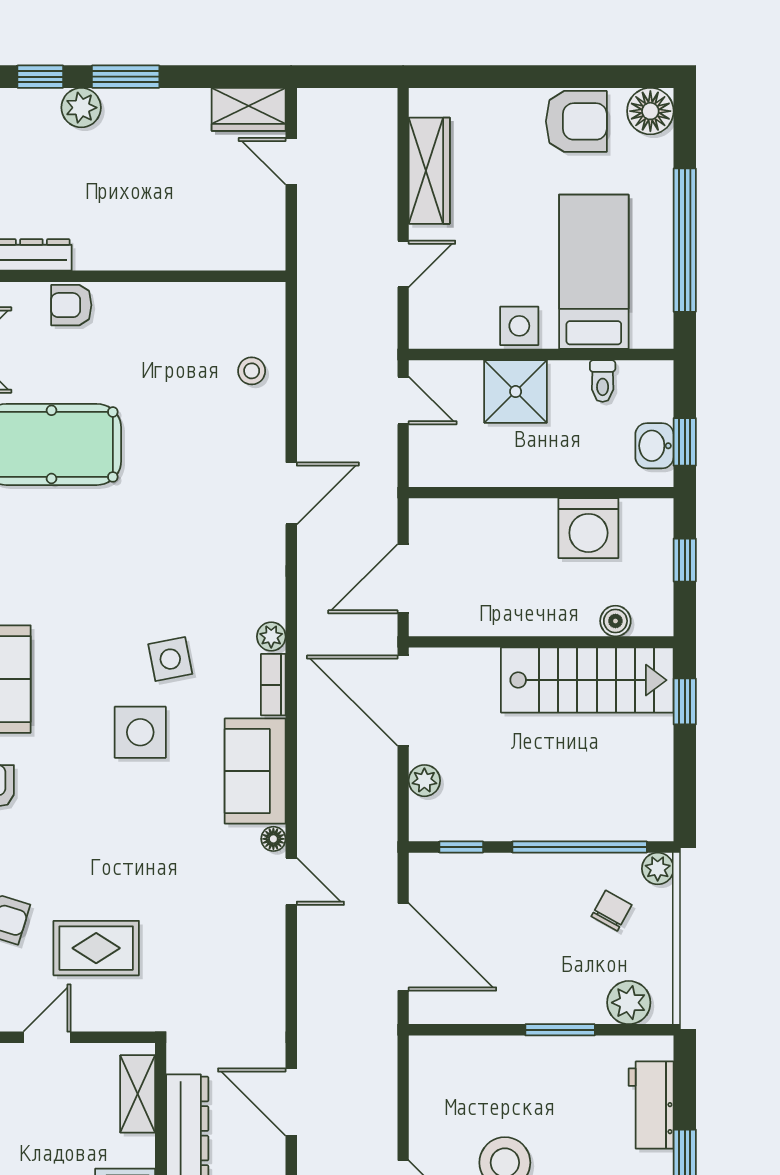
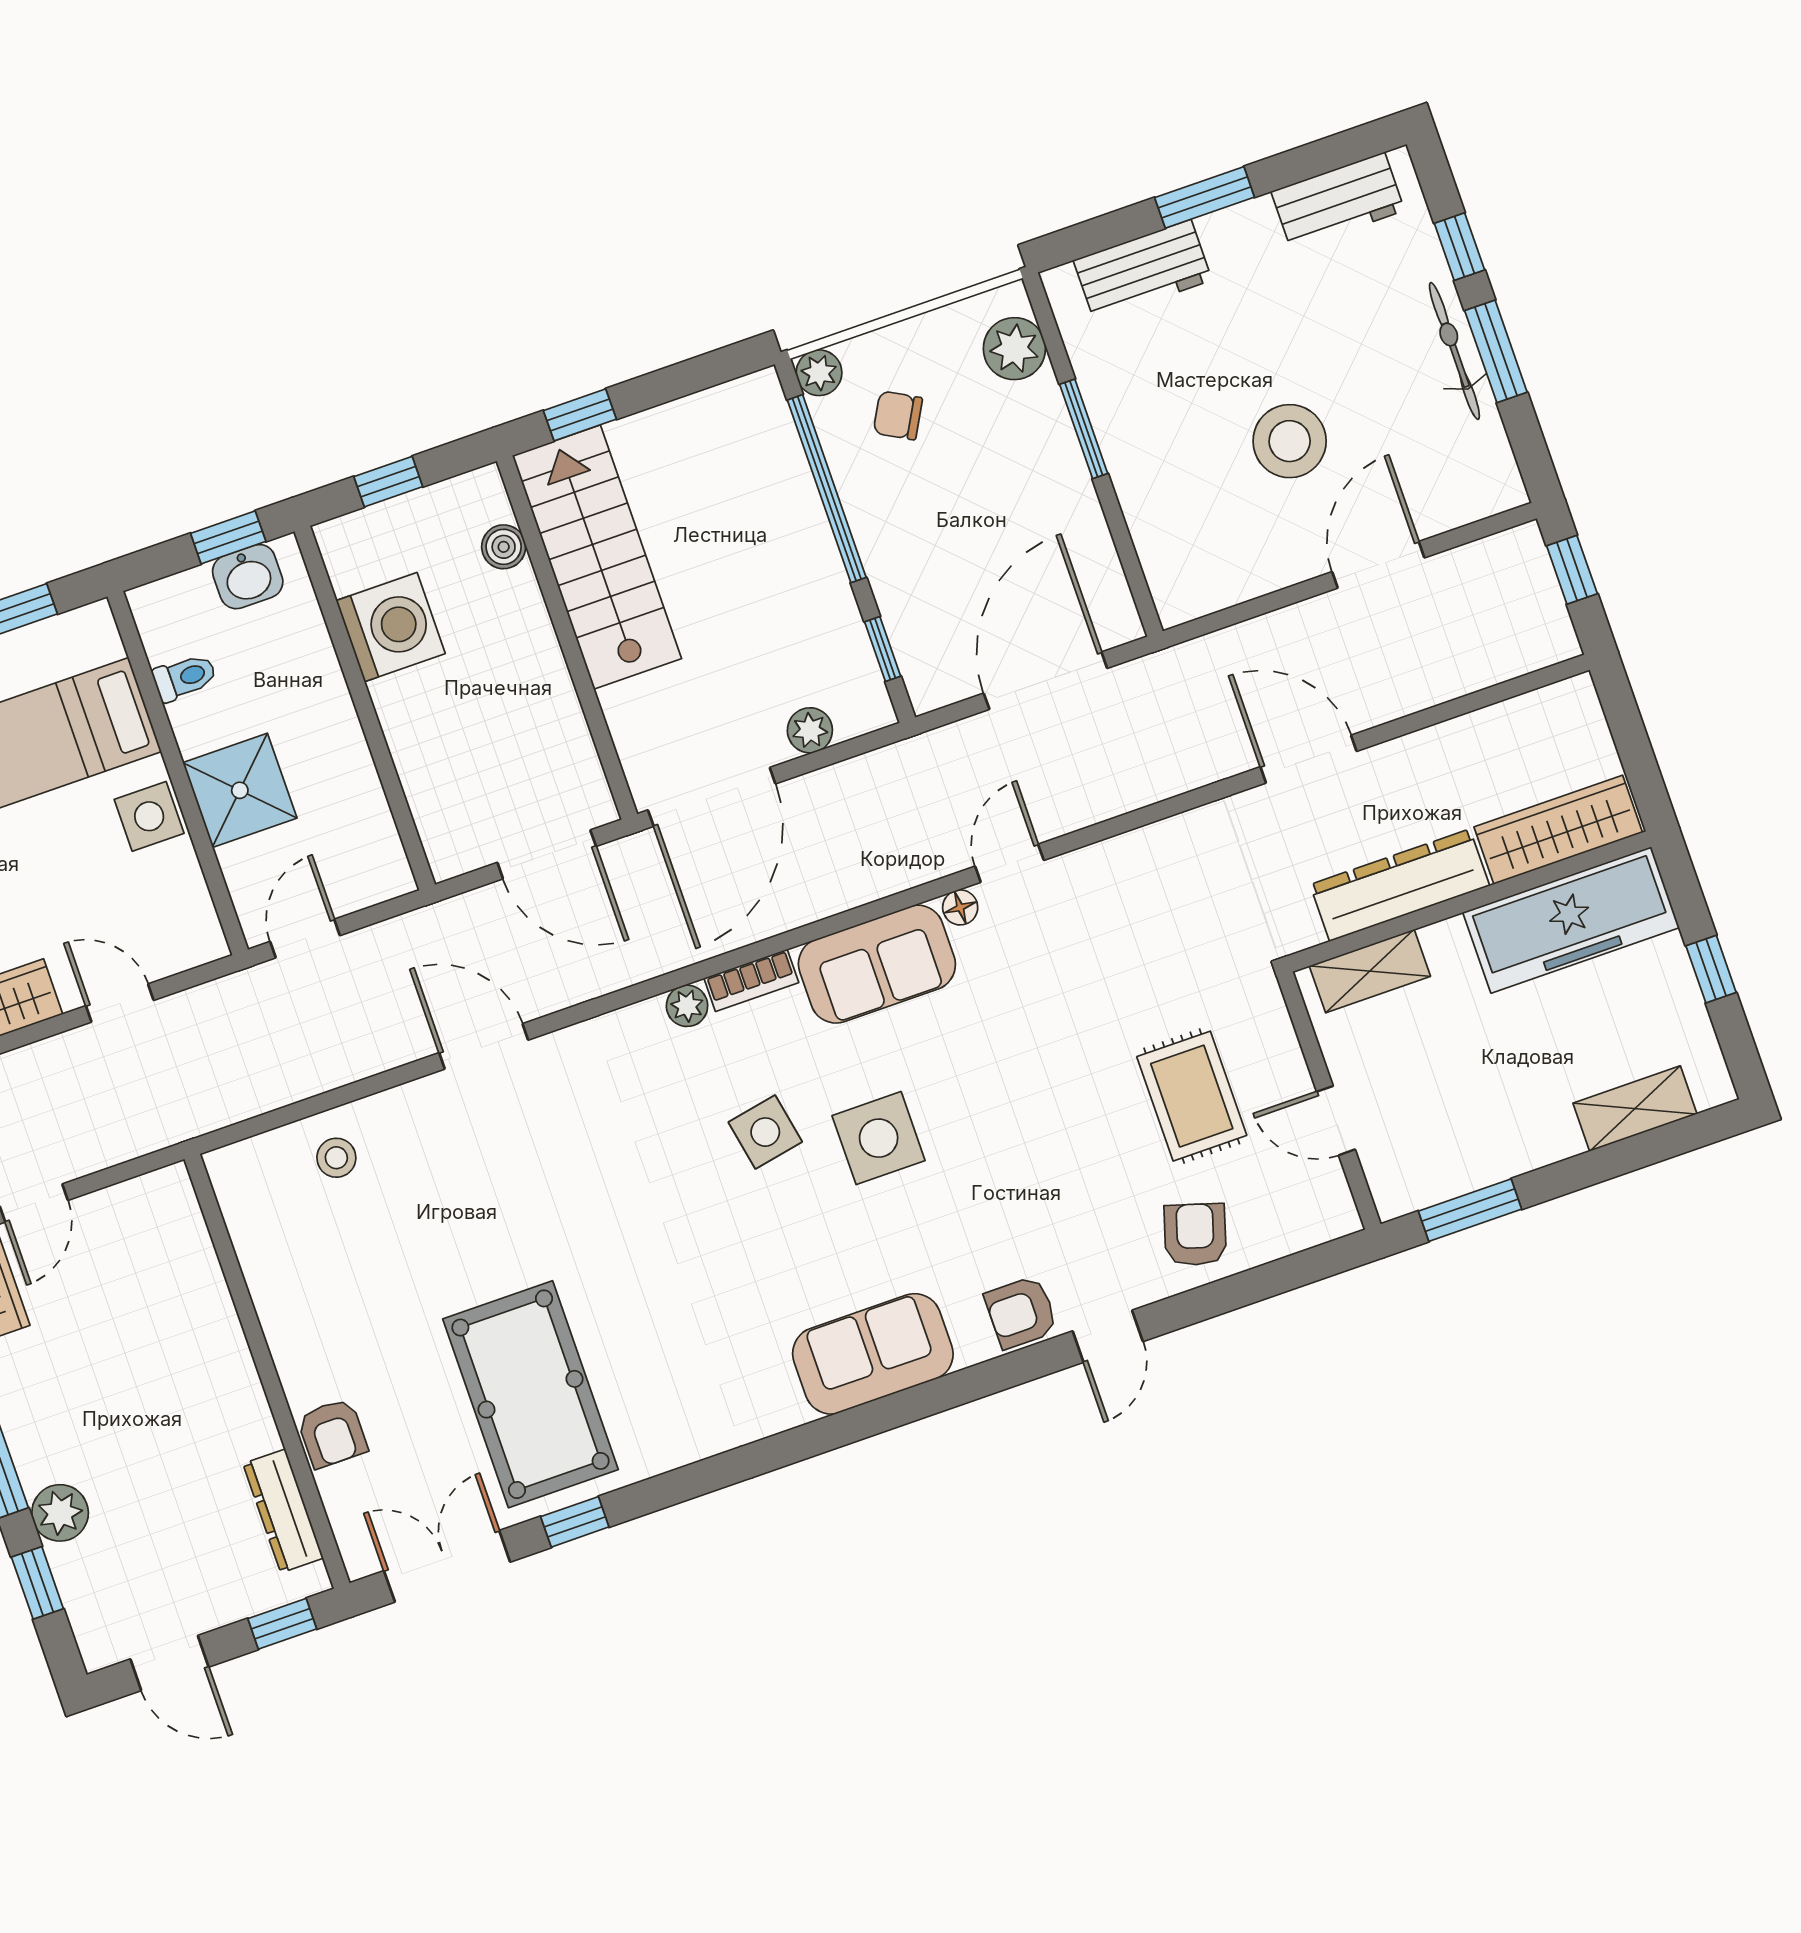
door: (291, 1102) -> (1309, 759), swing flipped

